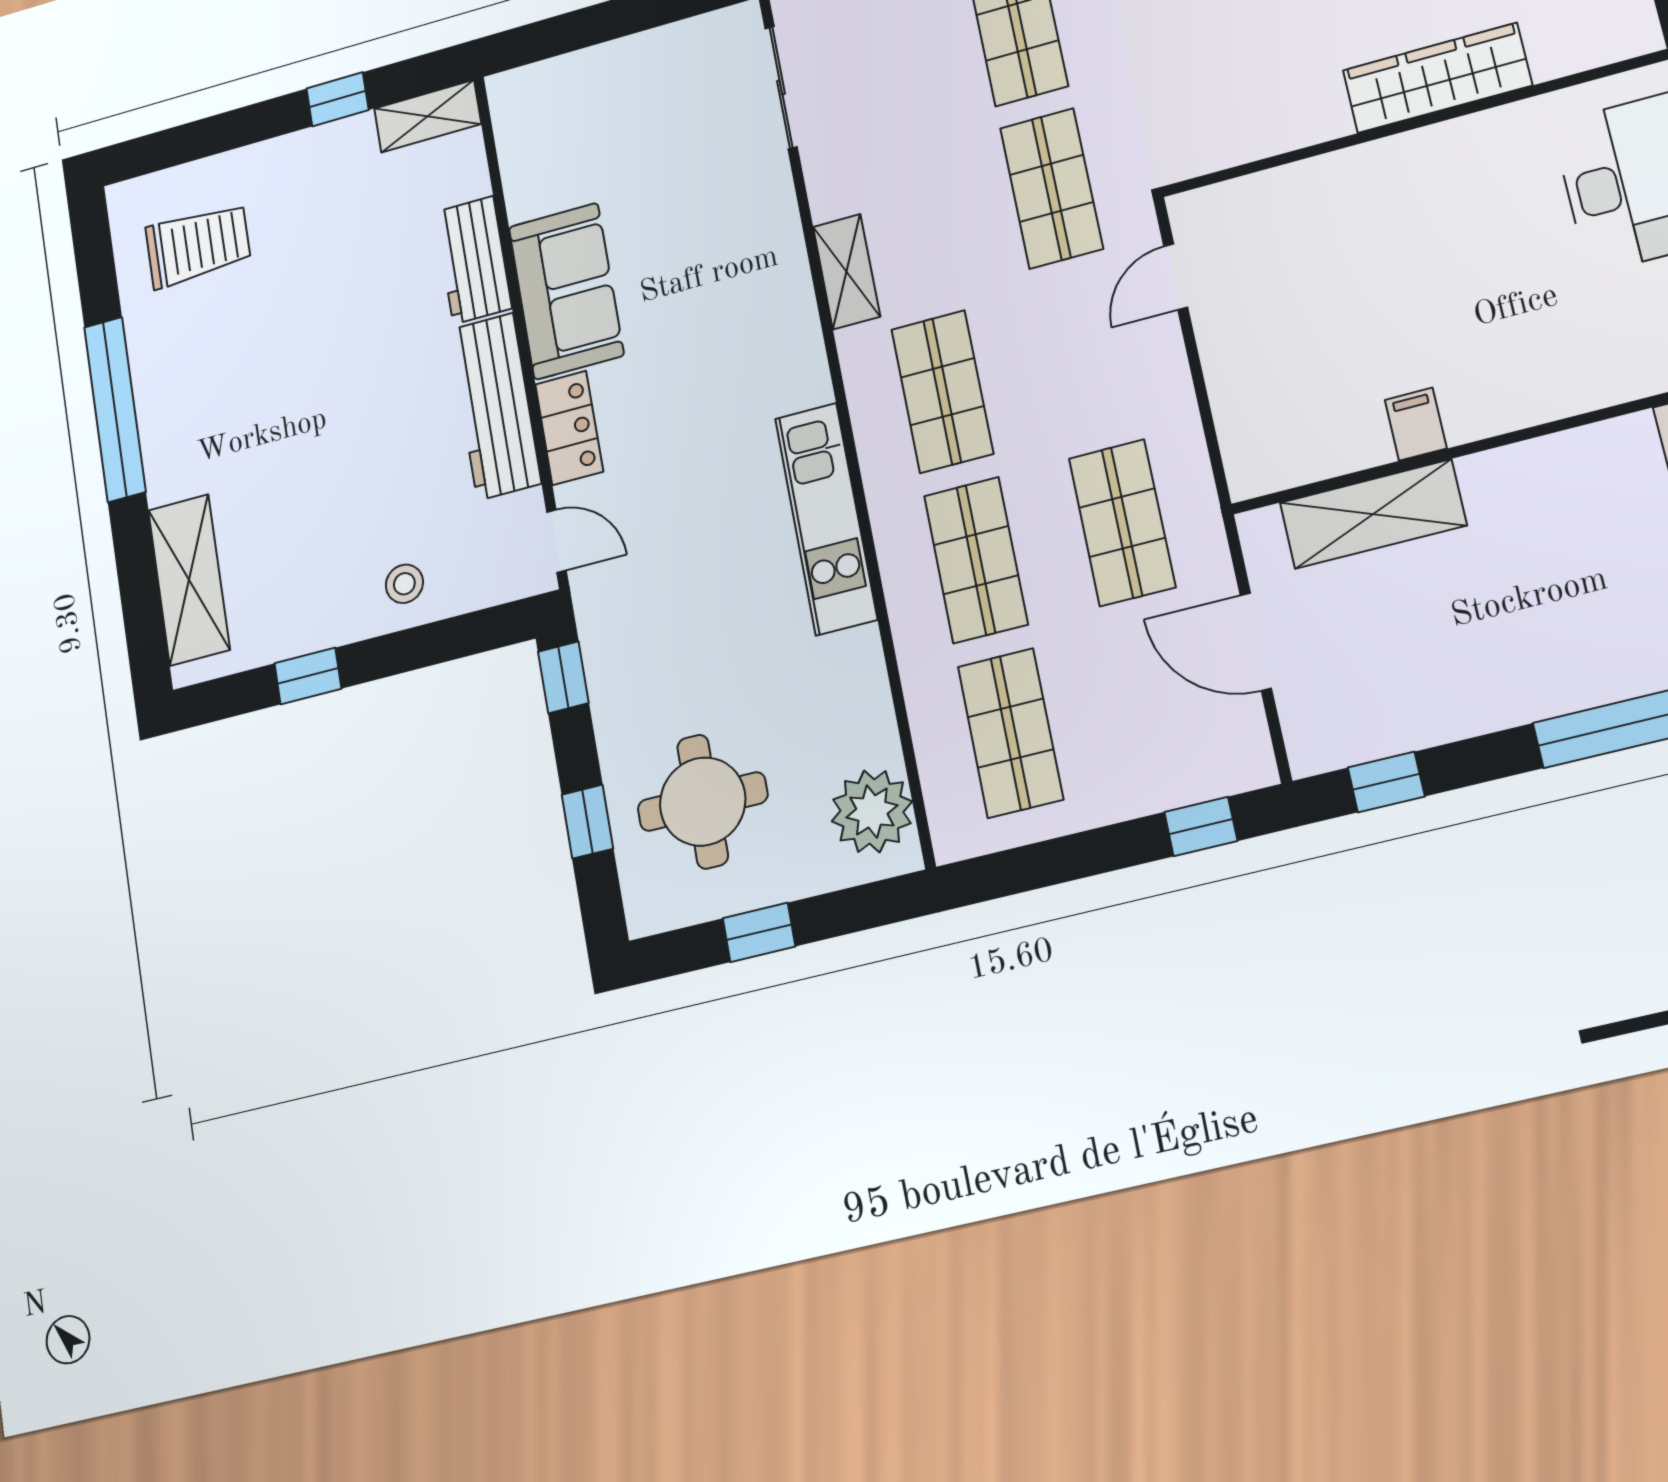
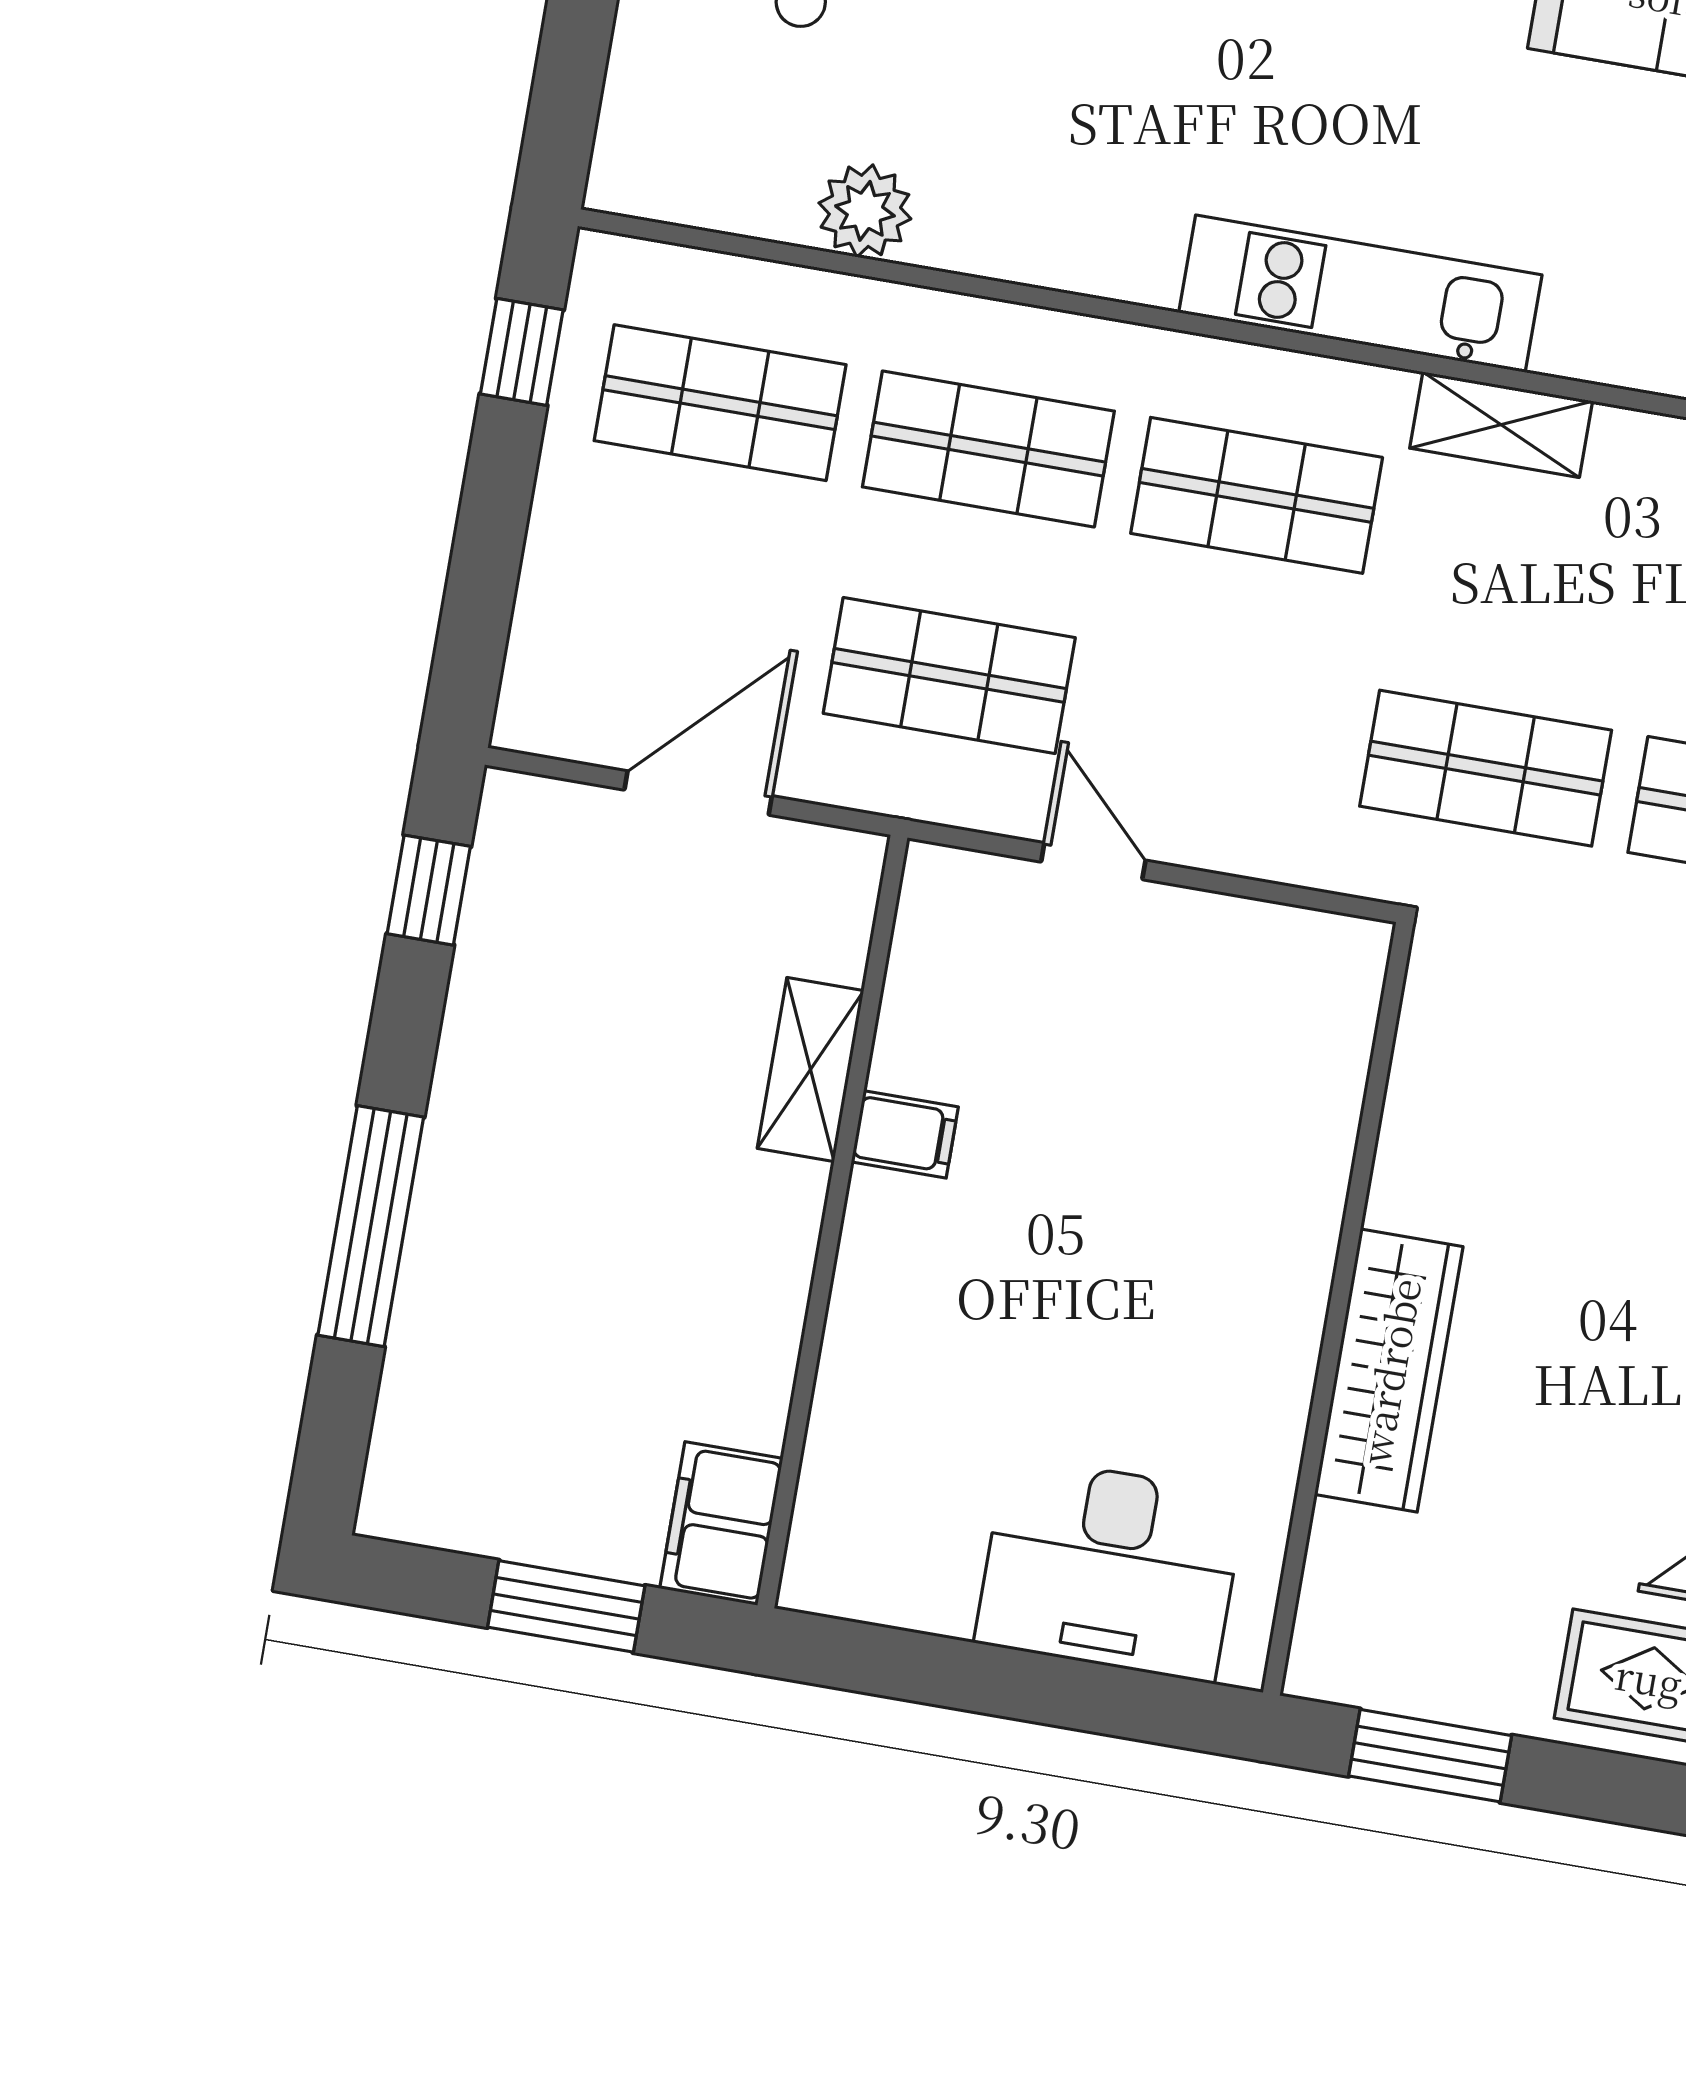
door: (1176, 277) -> (1093, 861), moved
shelving: (1373, 514) -> (811, 1070), width x0.67, depth x0.75
kitchen unit: (826, 519) -> (1360, 294), moved
plant: (872, 811) -> (865, 211), moved, width x0.73, depth x0.73
window: (1201, 826) -> (522, 352), moved

